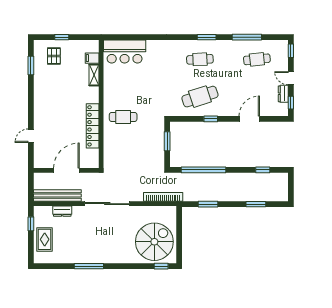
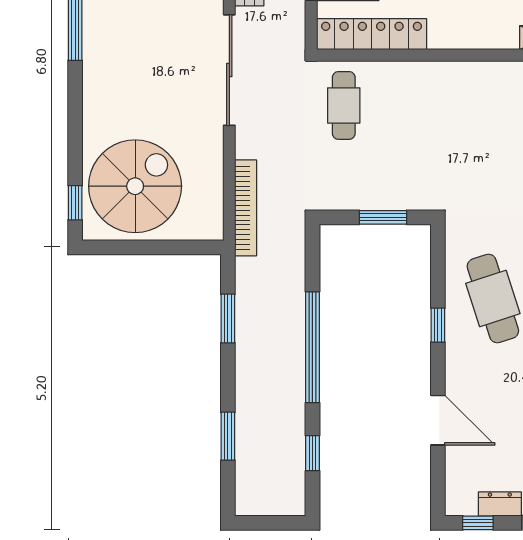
cafe table: (123, 117) -> (344, 105), moved
locker: (93, 126) -> (372, 34), moved
window: (204, 170) -> (312, 347), moved
spiral stairs: (154, 242) -> (135, 186), turned -90

